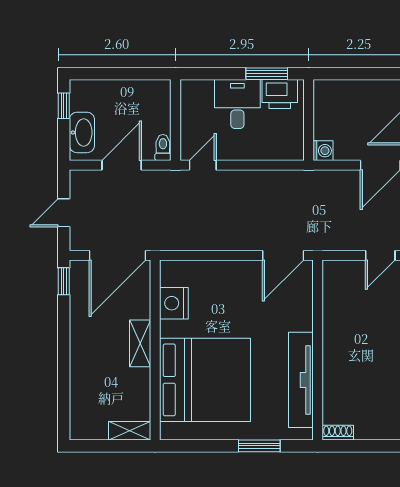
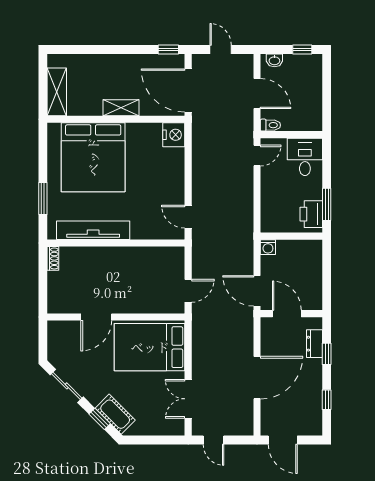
desk: (237, 104) -> (305, 157), moved, turned -90
washbasin: (82, 132) -> (274, 60), width x0.52, depth x0.69
door: (203, 165) -> (257, 155), hinge flipped
door: (283, 255) -> (188, 217), width x0.73
door: (380, 255) -> (188, 291), swing flipped
nightstand: (174, 303) -> (174, 135), moved, turned 90
shelving: (130, 431) -> (57, 92), width x1.50, depth x1.33

